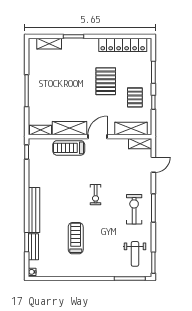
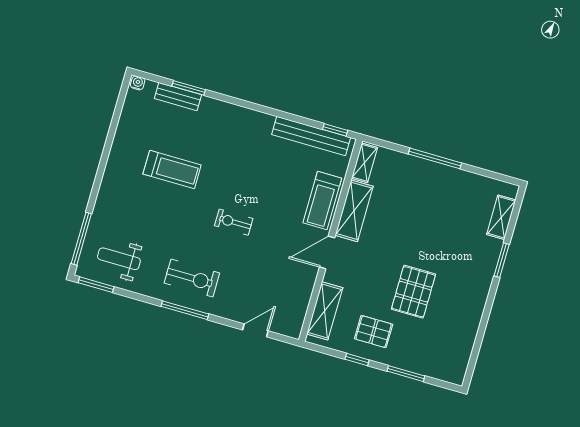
locker: (123, 45) -> (465, 336), removed
pallet: (106, 81) -> (413, 292), turned 90
door: (98, 137) -> (327, 252), swing flipped
shelving: (140, 144) -> (296, 319), removed
treadmill: (69, 148) -> (322, 200), turned 180
door: (153, 165) -> (255, 330), swing flipped
bench: (34, 210) -> (311, 136), moved

